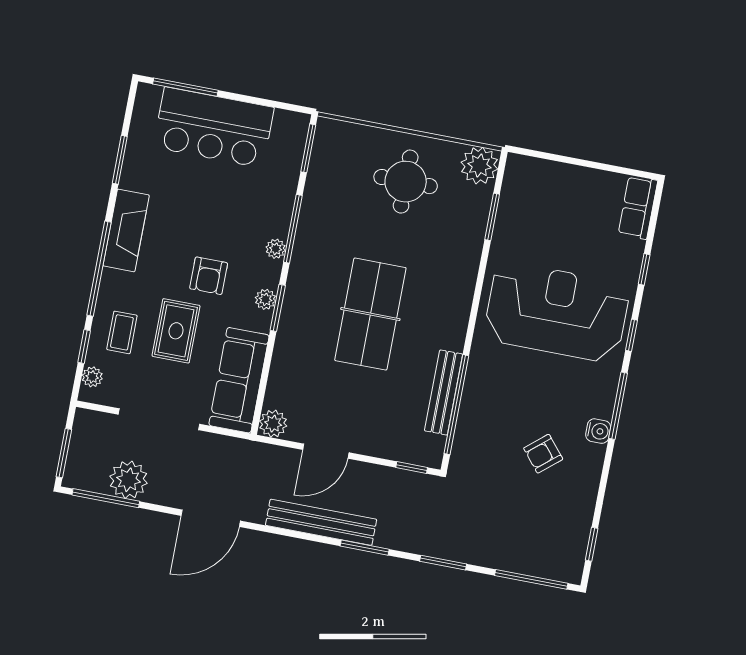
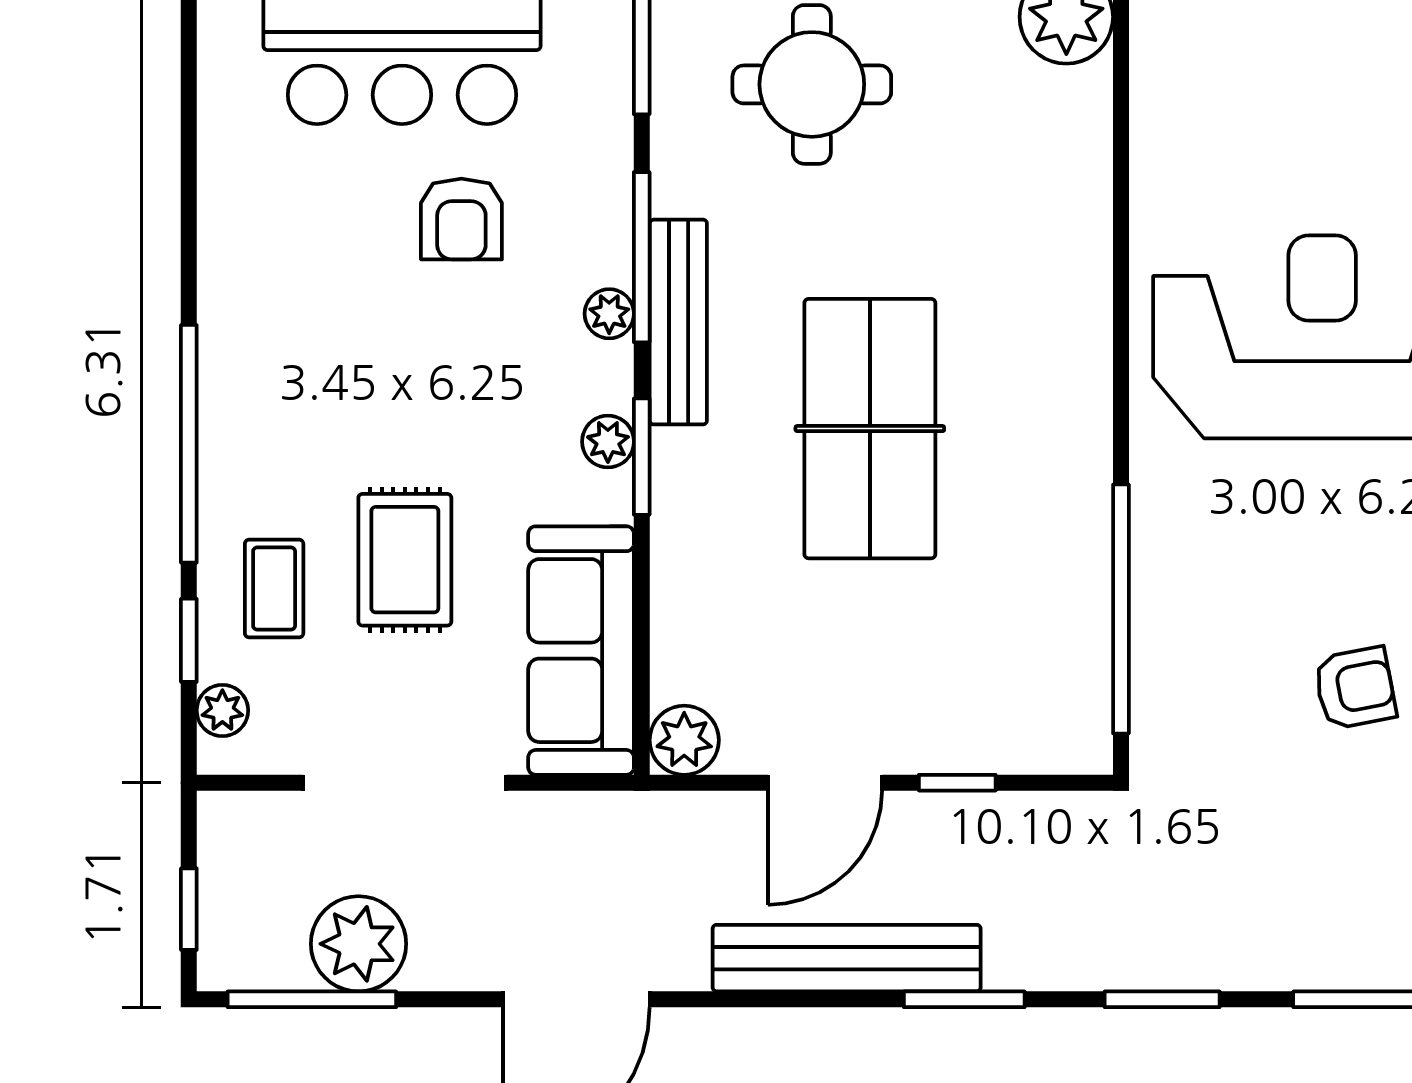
window: (120, 160) -> (189, 170), removed
round table: (406, 182) -> (812, 84), moved
window: (492, 217) -> (1121, 136), removed
fireplace: (126, 230) -> (237, 339), removed
armchair: (209, 276) -> (461, 219), moved
bench: (444, 392) -> (678, 322), moved
window: (64, 453) -> (189, 909), width x0.67
armchair: (543, 454) -> (1355, 688), turned -151
window: (412, 467) -> (957, 783), moved

